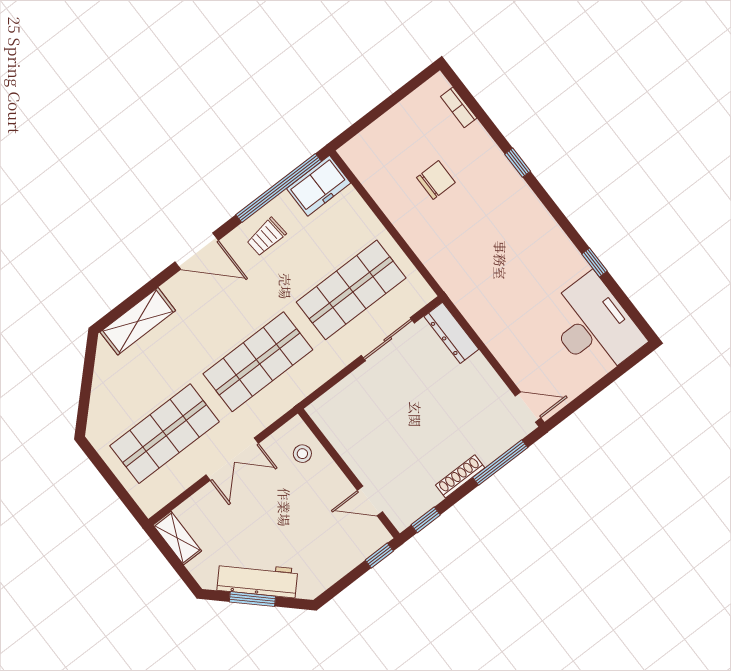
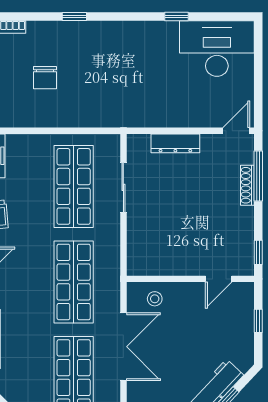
chair: (436, 180) -> (45, 78), turned 180
dresser: (451, 333) -> (175, 143), moved
double door: (232, 459) -> (123, 347), width x1.37
shoe rack: (460, 476) -> (247, 185), moved
window: (379, 556) -> (258, 321), moved

